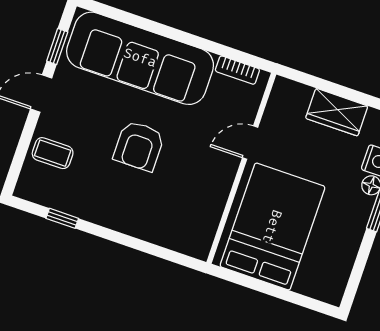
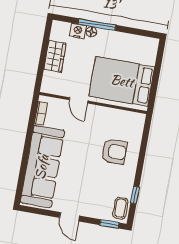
window: (57, 47) -> (109, 224), moved
armchair: (139, 146) -> (114, 151), moved
coffee table: (53, 153) -> (120, 208), moved

